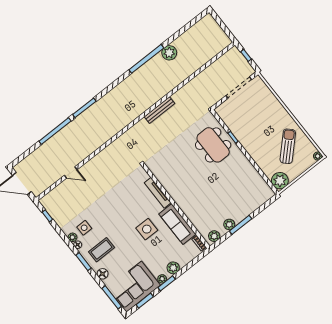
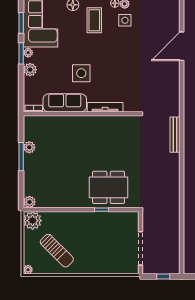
bench: (159, 110) -> (175, 135), moved
door: (71, 172) -> (182, 46), width x1.87
plant: (214, 236) -> (29, 202), moved

